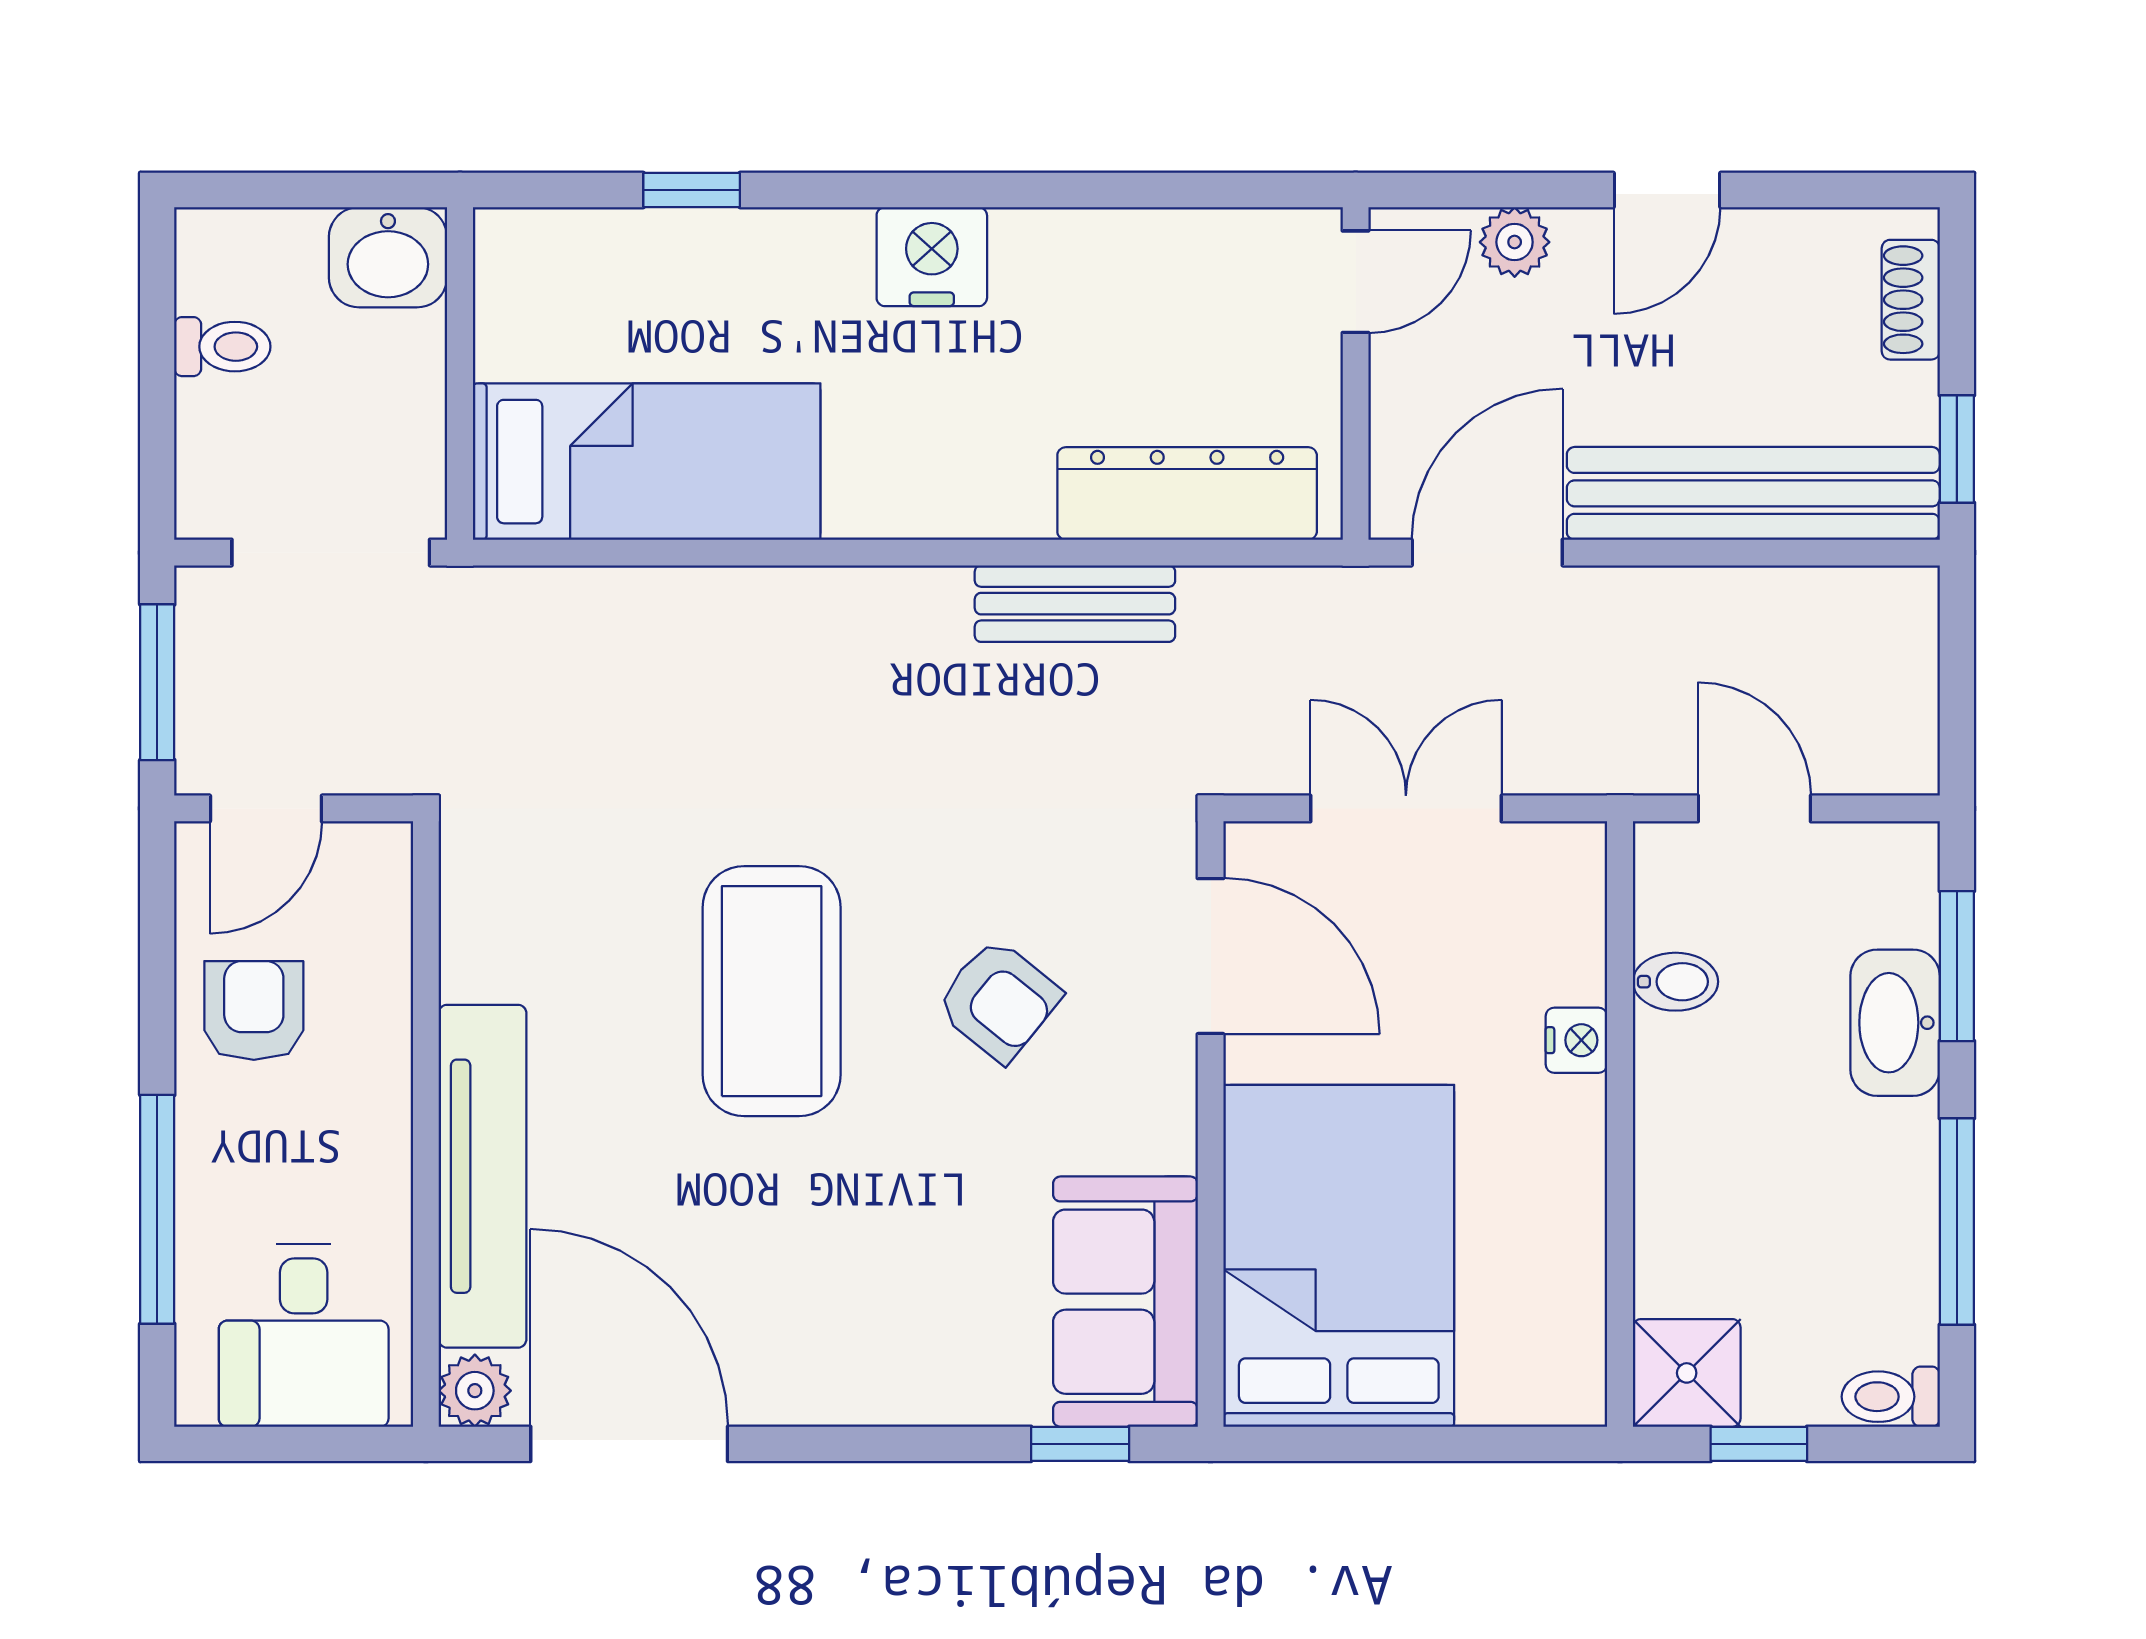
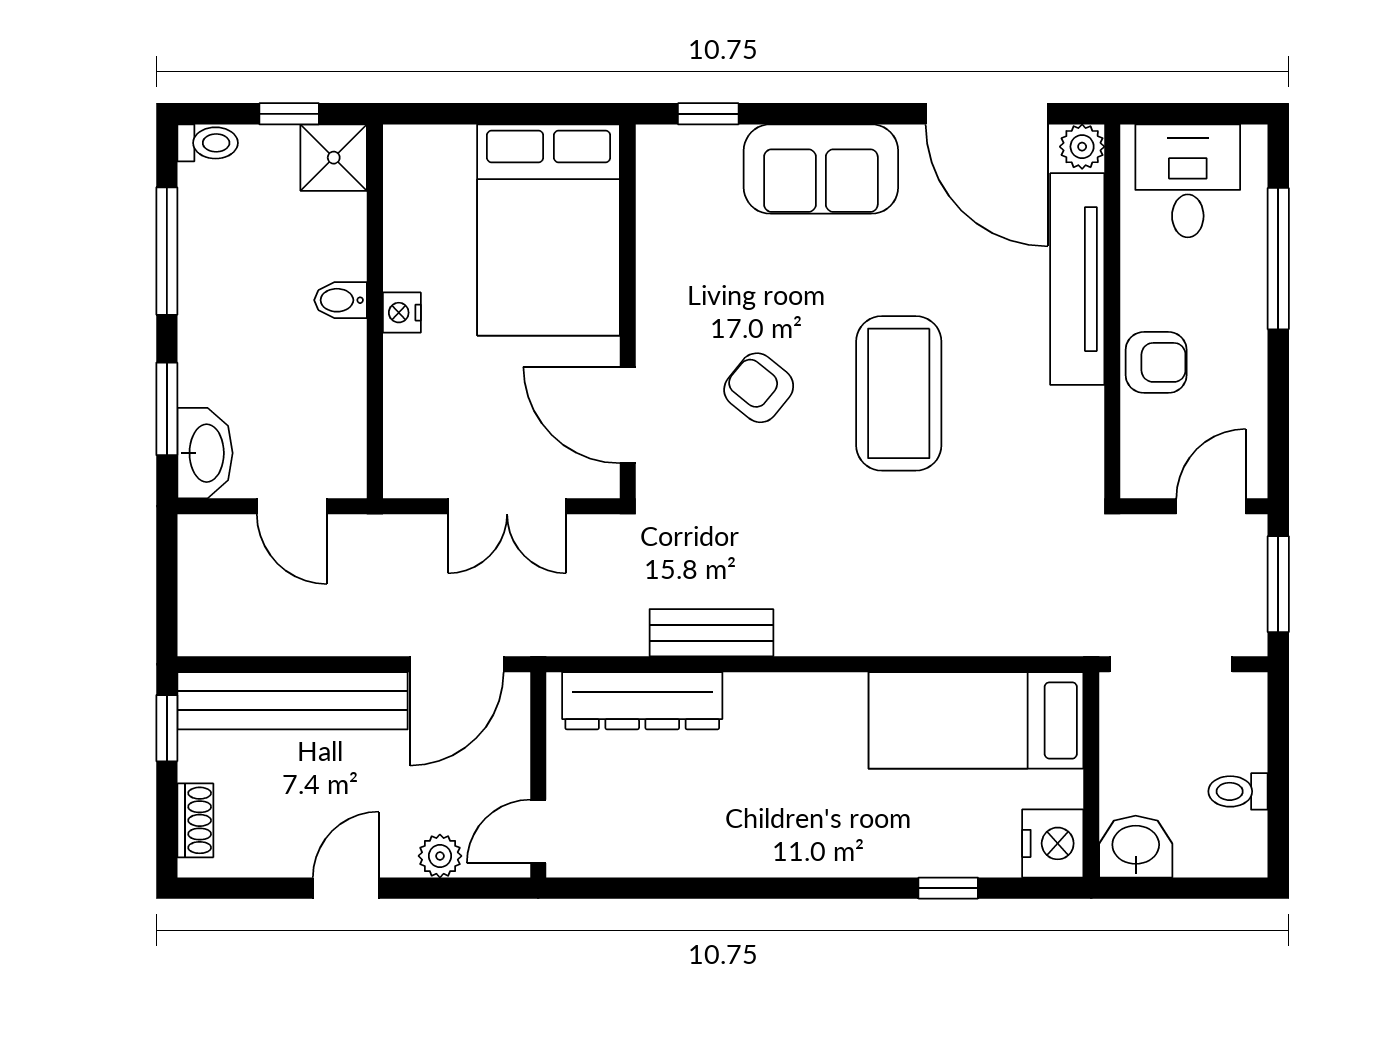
nightstand: (932, 257) -> (1053, 843), moved, turned -90
bidet: (1675, 982) -> (341, 300), moved
armchair: (254, 1010) -> (1156, 362), moved, turned -90
washbasin: (1895, 1023) -> (205, 453), moved
nightstand: (1576, 1040) -> (402, 313), moved
sofa: (1125, 1302) -> (821, 169), moved, turned 90

